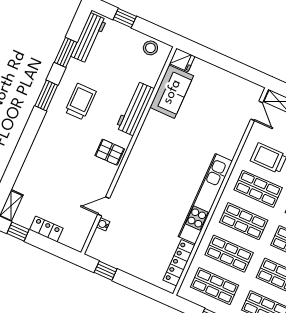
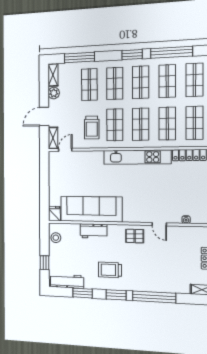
sofa: (172, 92) -> (91, 209), width x1.85, depth x1.27
workbench: (135, 108) -> (93, 231), width x0.73
window: (25, 143) -> (154, 297), added
pallet: (110, 152) -> (135, 236), turned 90
door: (104, 206) -> (159, 224), moved

